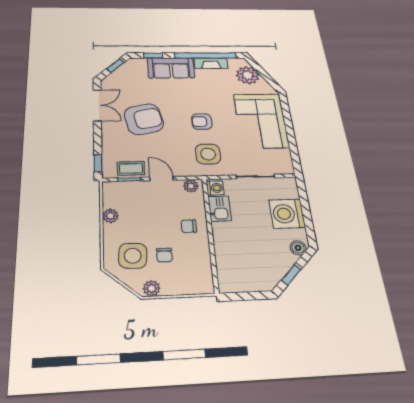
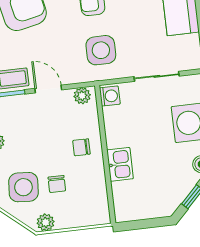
kitchen sink: (220, 209) -> (120, 164), moved

